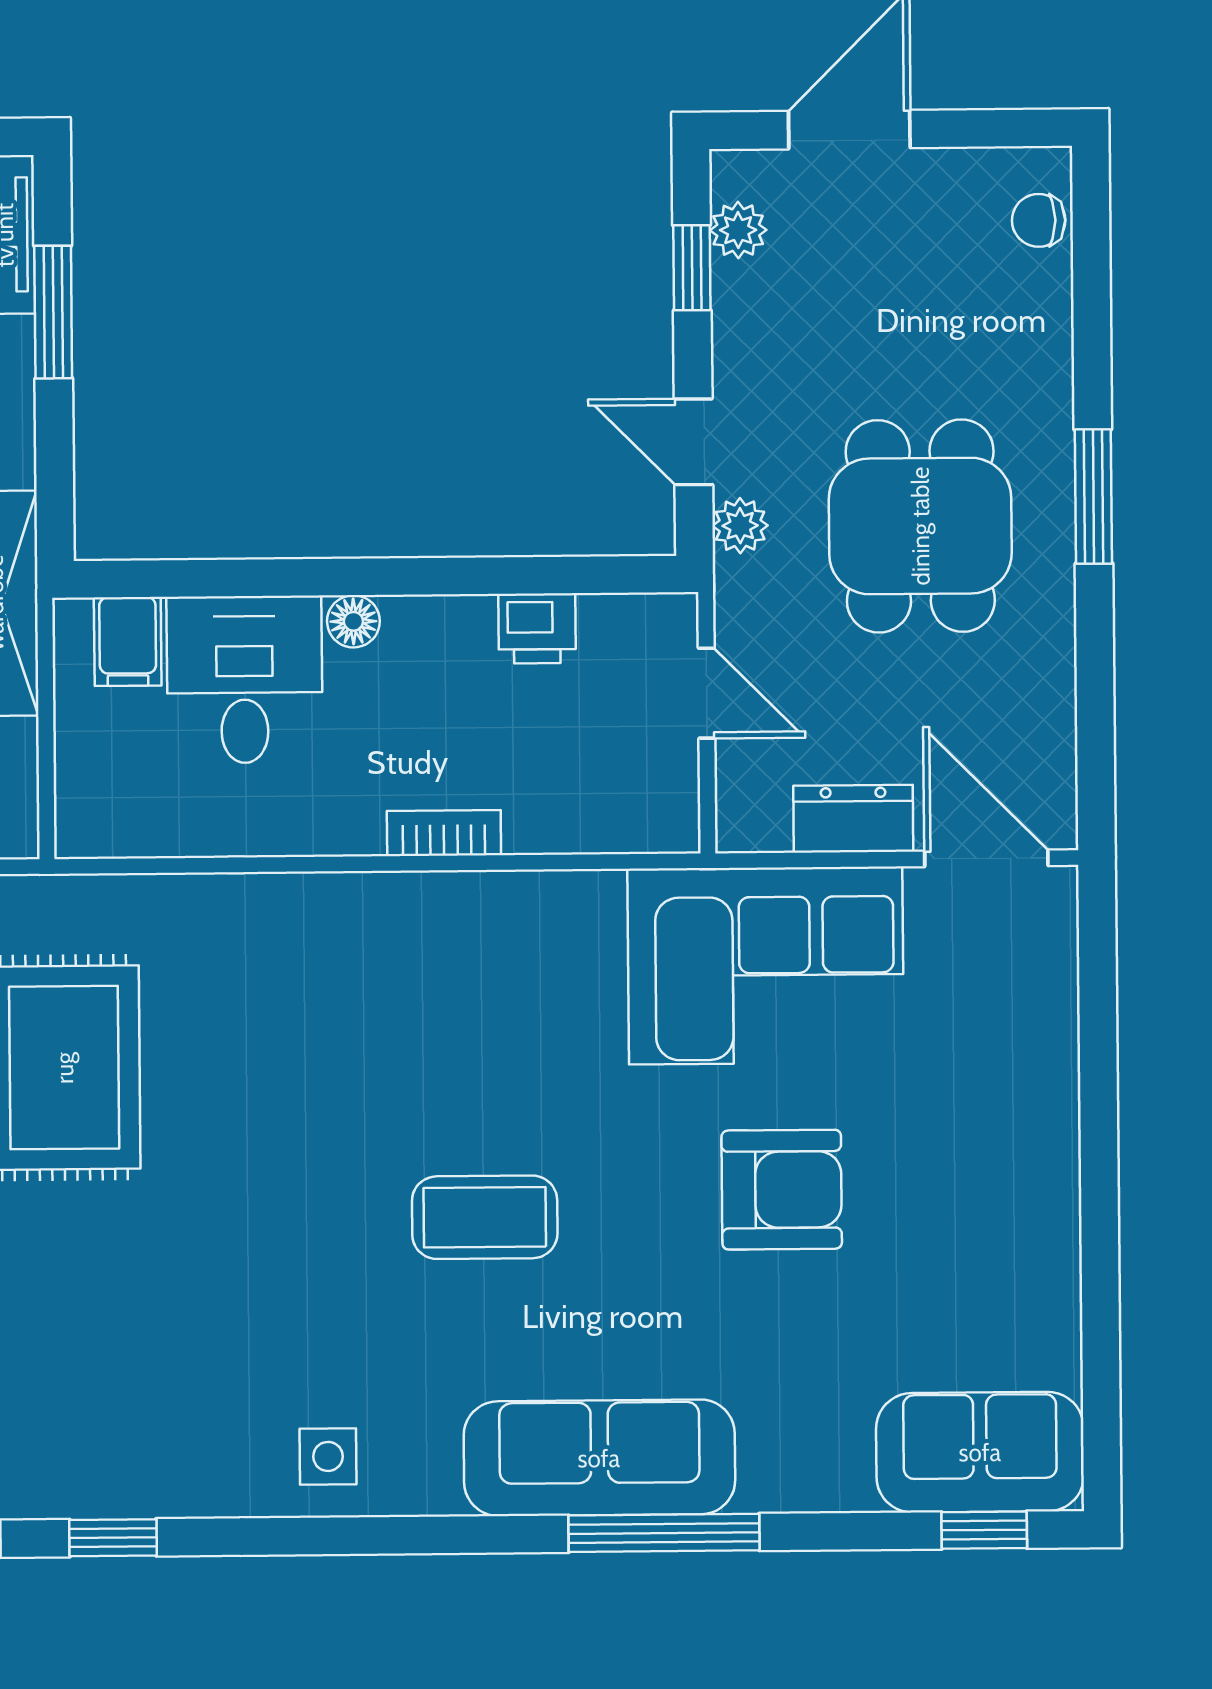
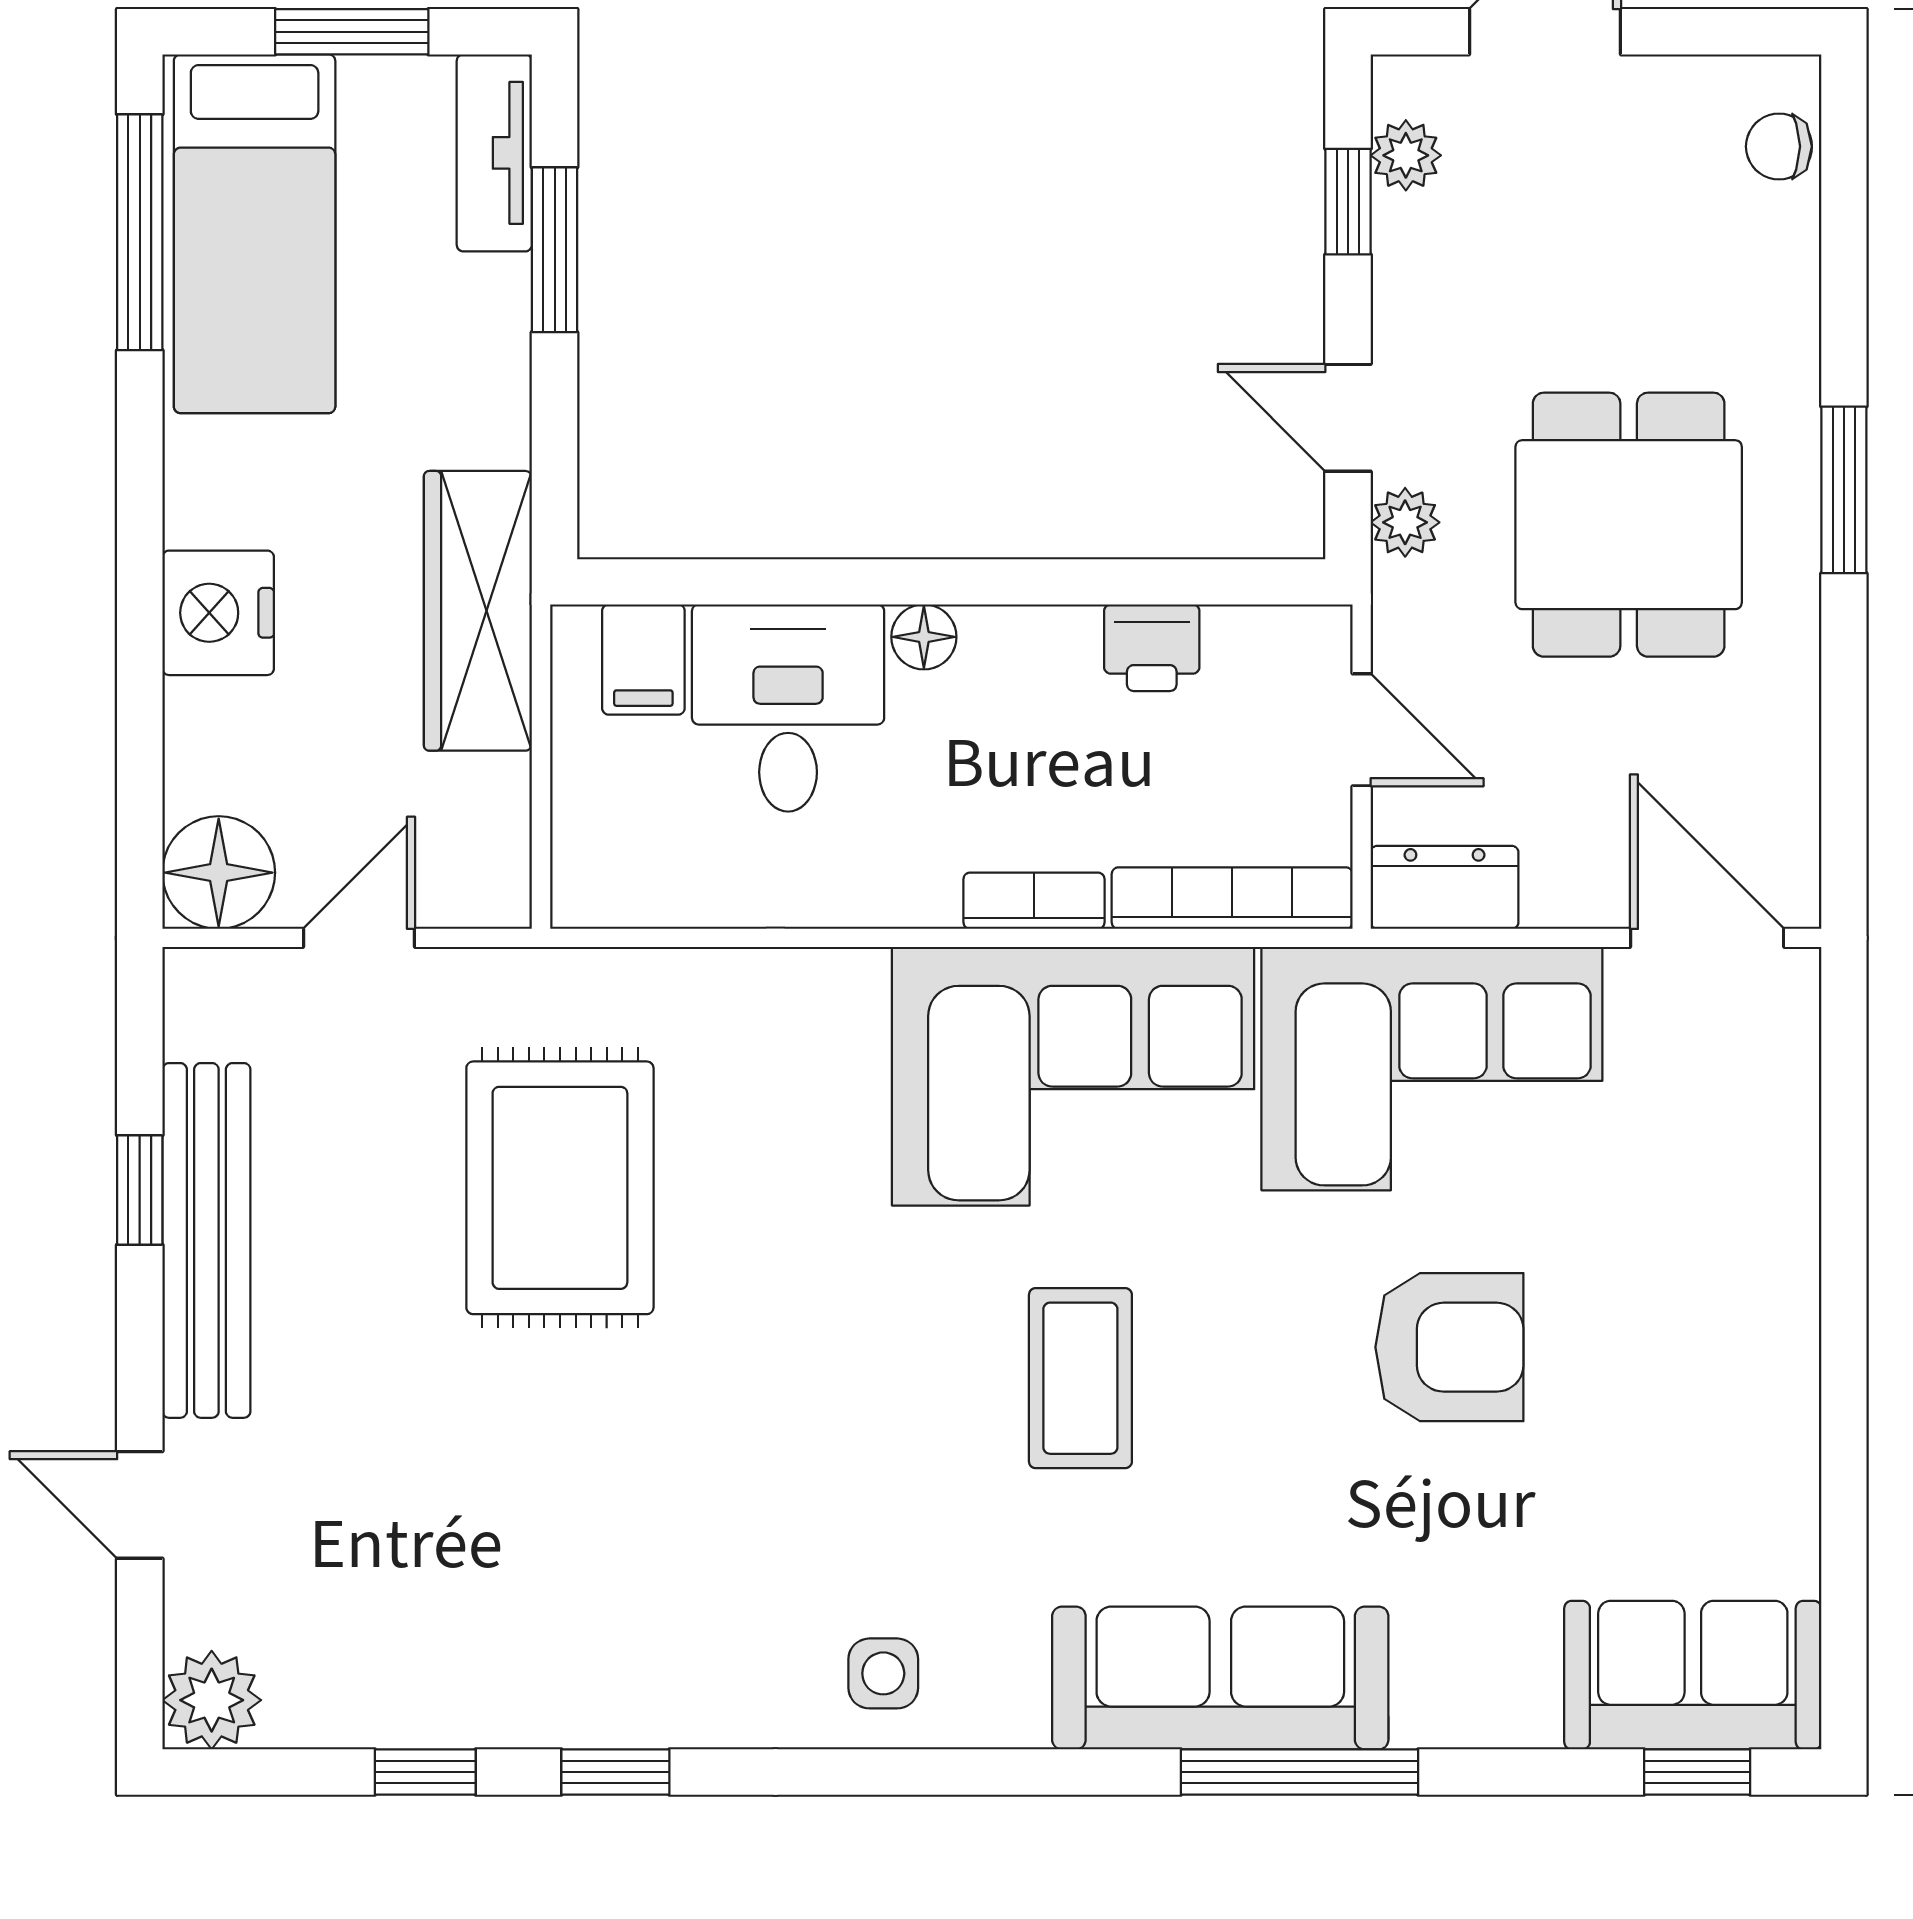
dresser: (853, 819) -> (1444, 887), moved
bookcase: (604, 830) -> (1232, 898), added
corner sofa: (477, 974) -> (1073, 1076), added
coffee table: (485, 1217) -> (1080, 1378), turned 90

